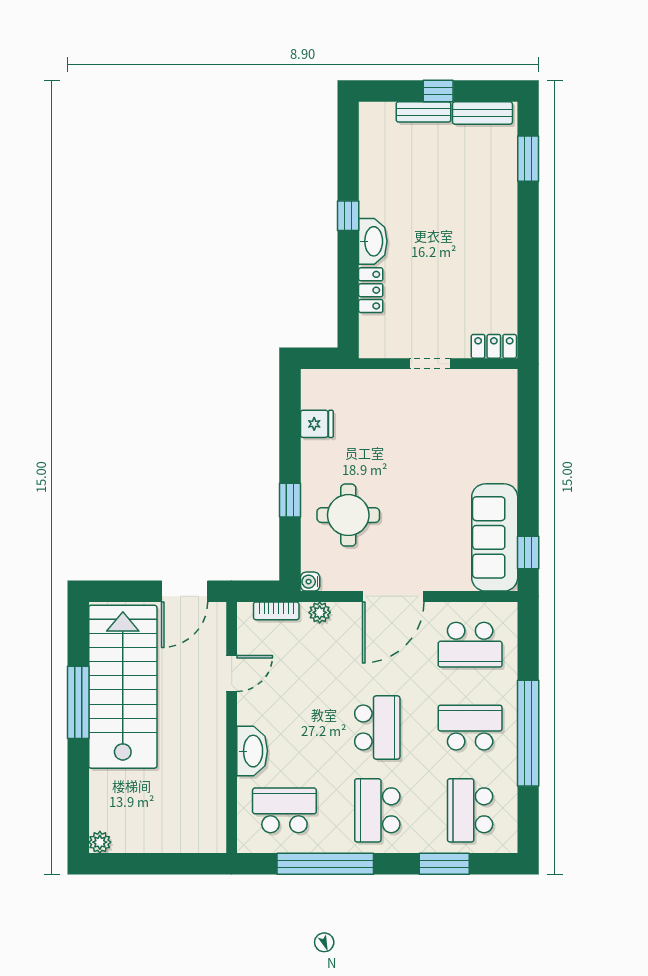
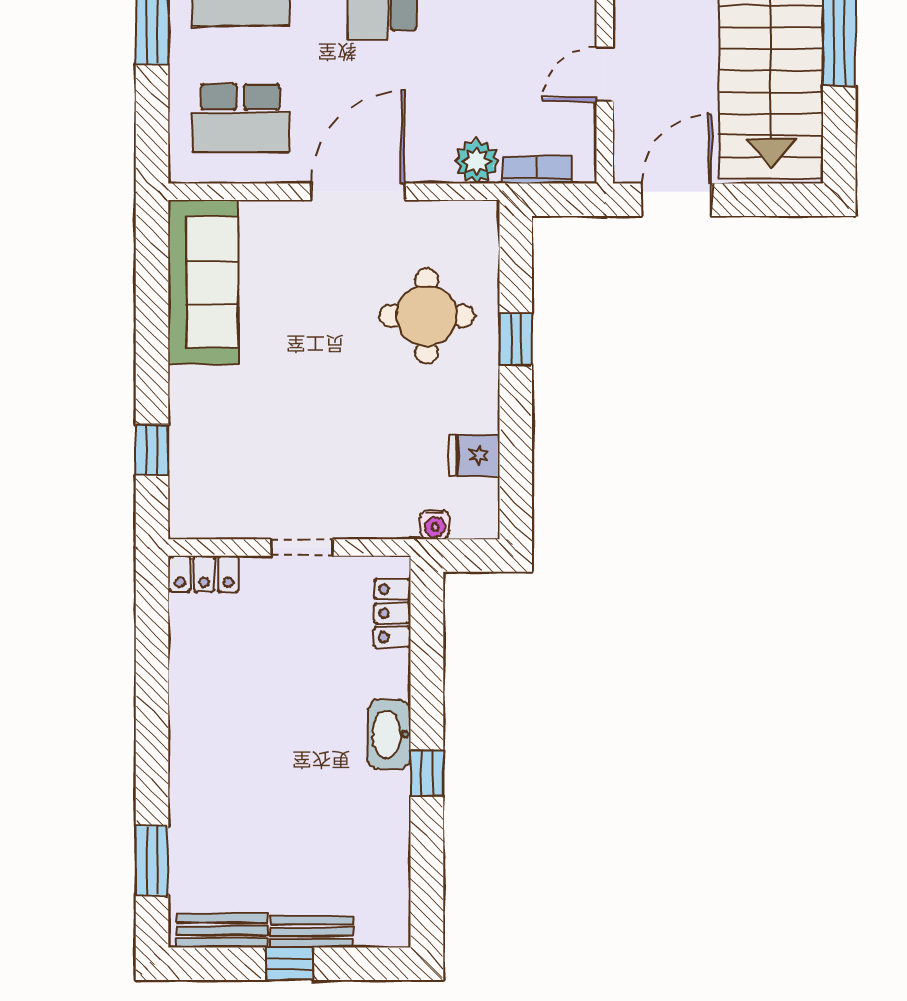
locker: (371, 290) -> (392, 613), moved
window: (528, 552) -> (152, 450), moved
water cooler: (310, 582) -> (435, 525), moved, turned 90
plant: (320, 612) -> (476, 161), width x1.38, depth x1.38
school desk: (470, 645) -> (241, 118), turned 180

